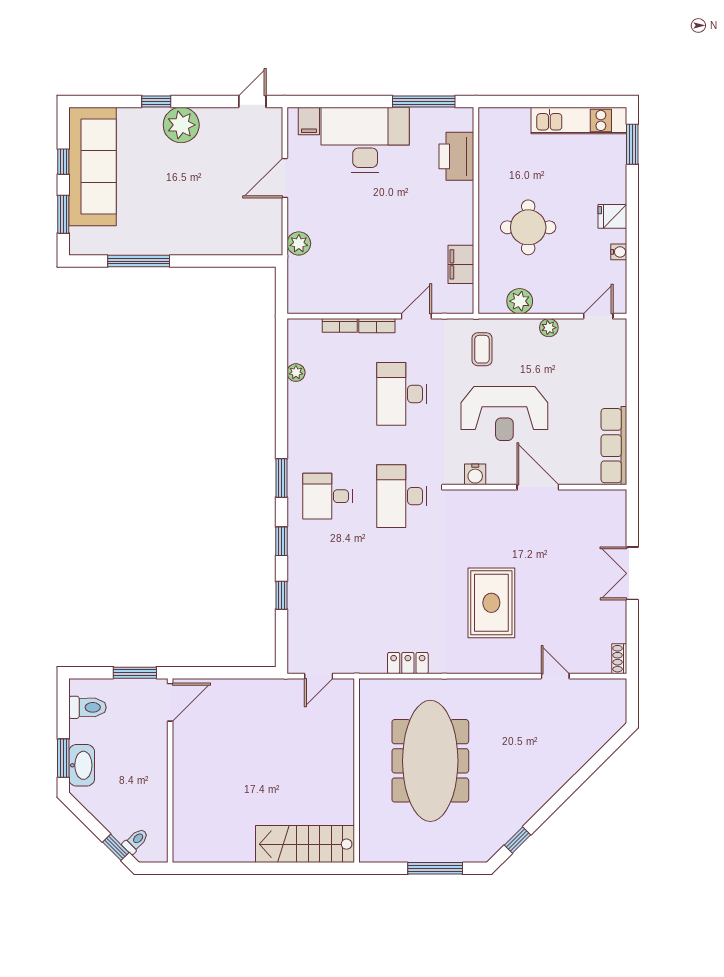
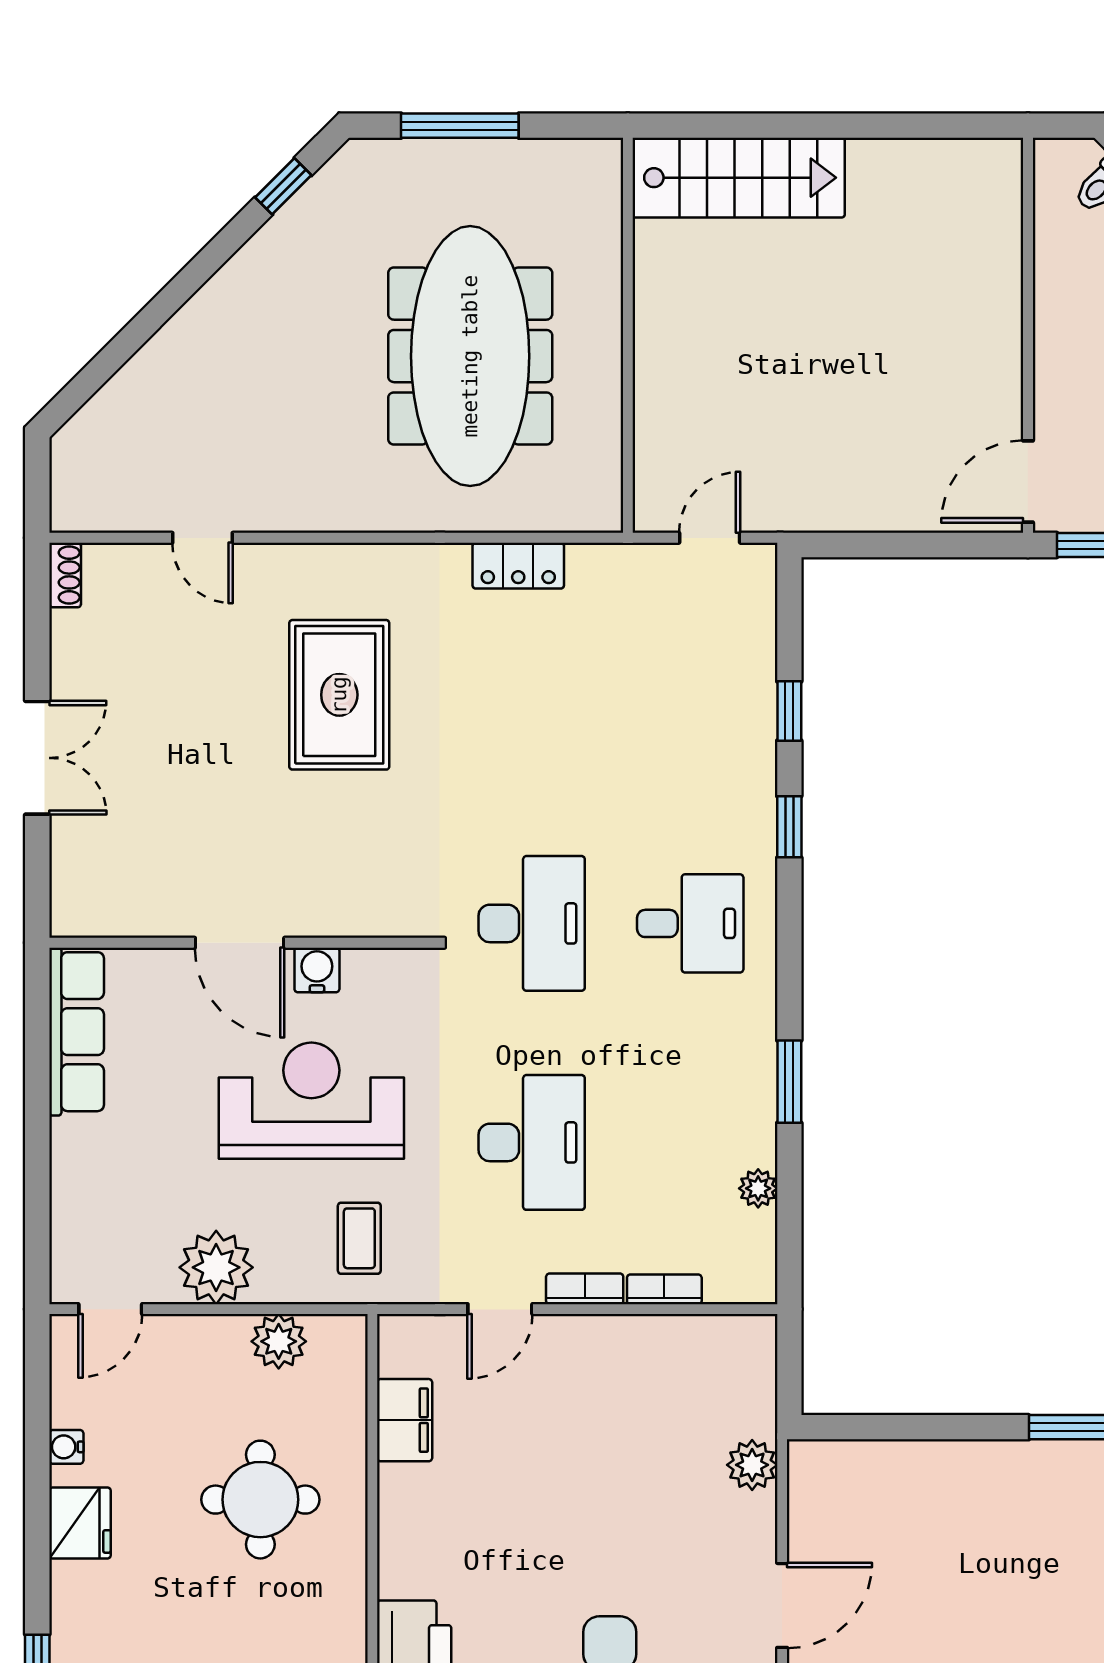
fridge: (612, 216) -> (80, 1523), width x1.38
plant: (549, 328) -> (216, 1267), width x1.88, depth x1.88
water cooler: (475, 474) -> (317, 970), moved
window: (281, 478) -> (789, 1082), moved

